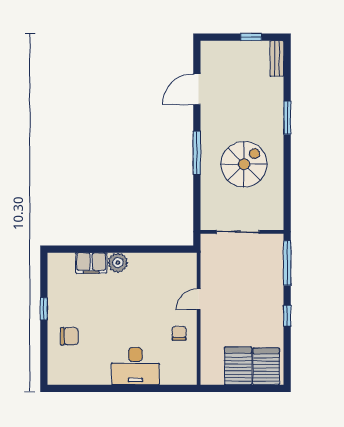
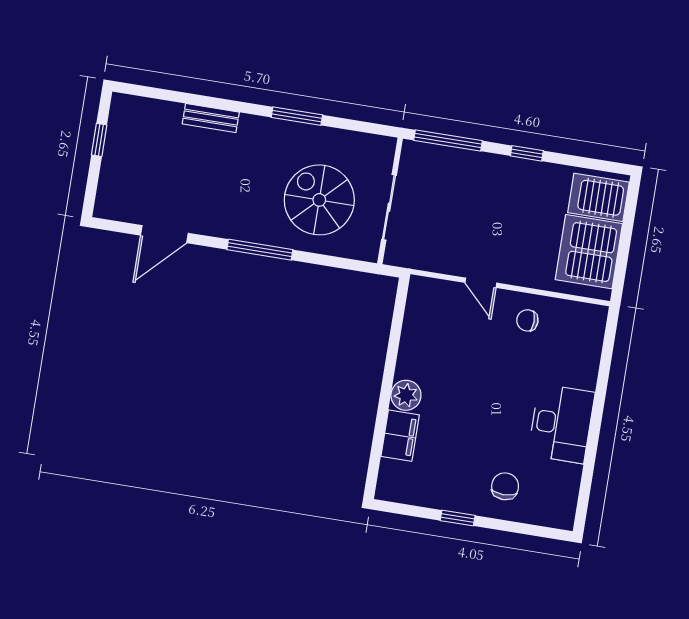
bench: (277, 58) -> (211, 118), moved
door: (197, 89) -> (164, 234), hinge flipped
window: (287, 118) -> (297, 116), moved
spiral stairs: (244, 164) -> (319, 200), moved
desk: (135, 366) -> (561, 424), moved
server rack: (238, 366) -> (589, 252), width x1.60

